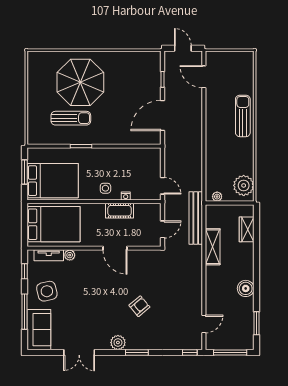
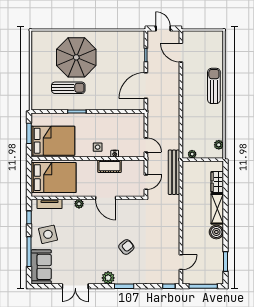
plant: (244, 185) -> (219, 145), width x0.53, depth x0.53
shelving: (213, 247) -> (217, 209), moved
plant: (70, 255) -> (79, 204), moved

